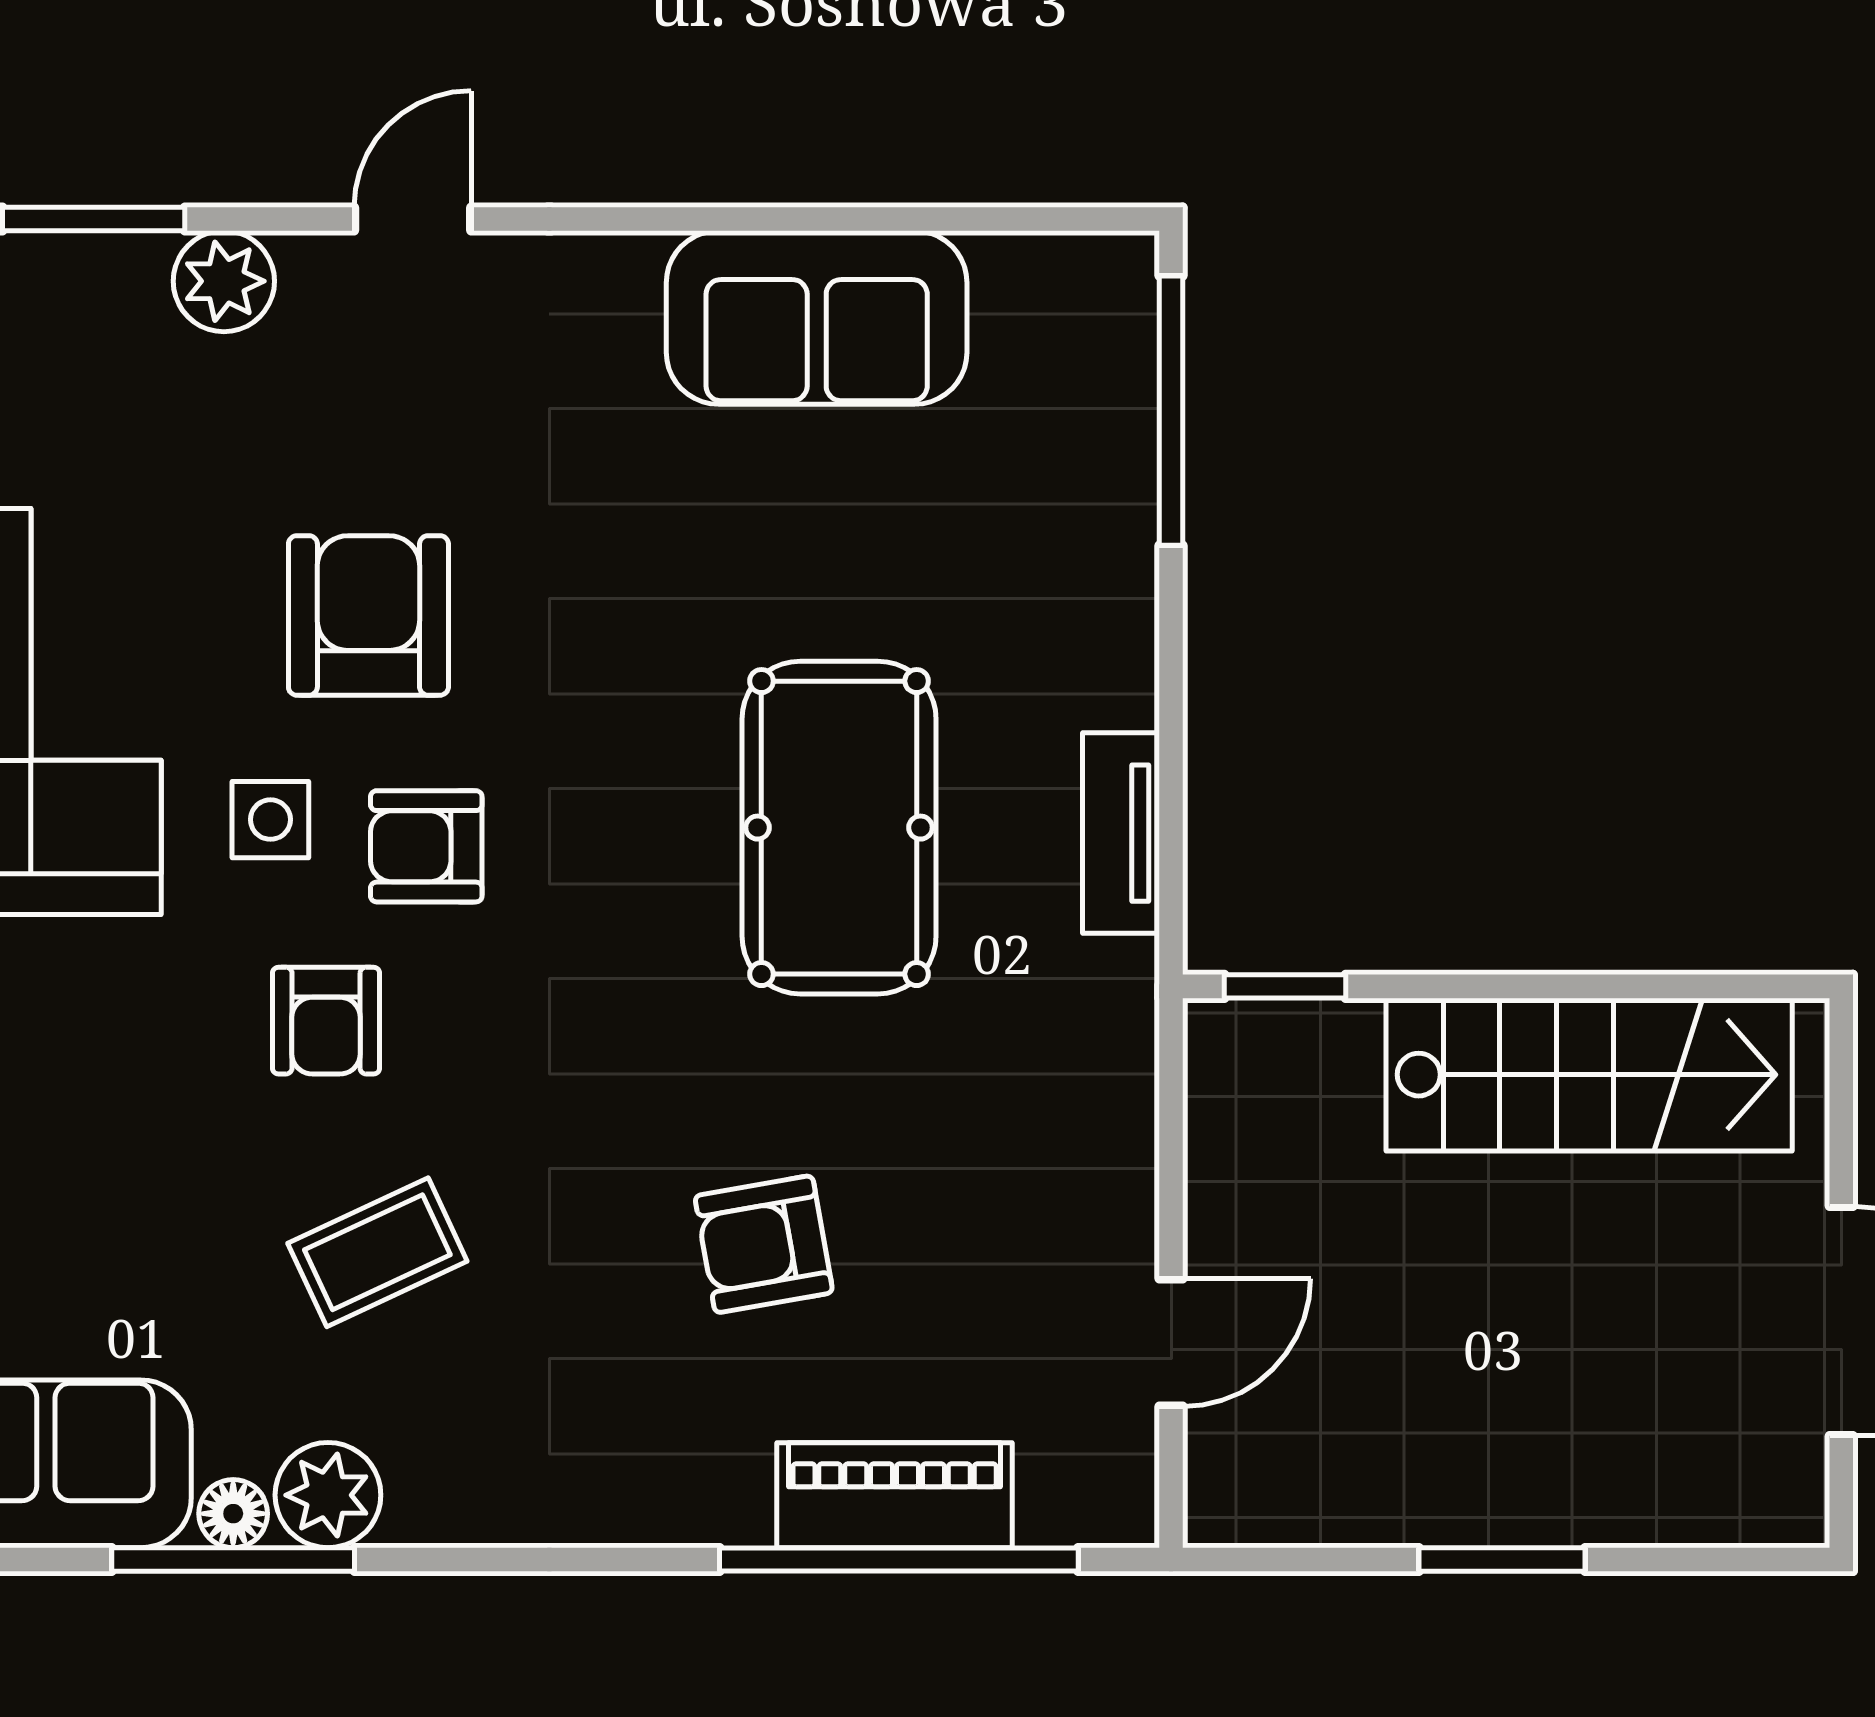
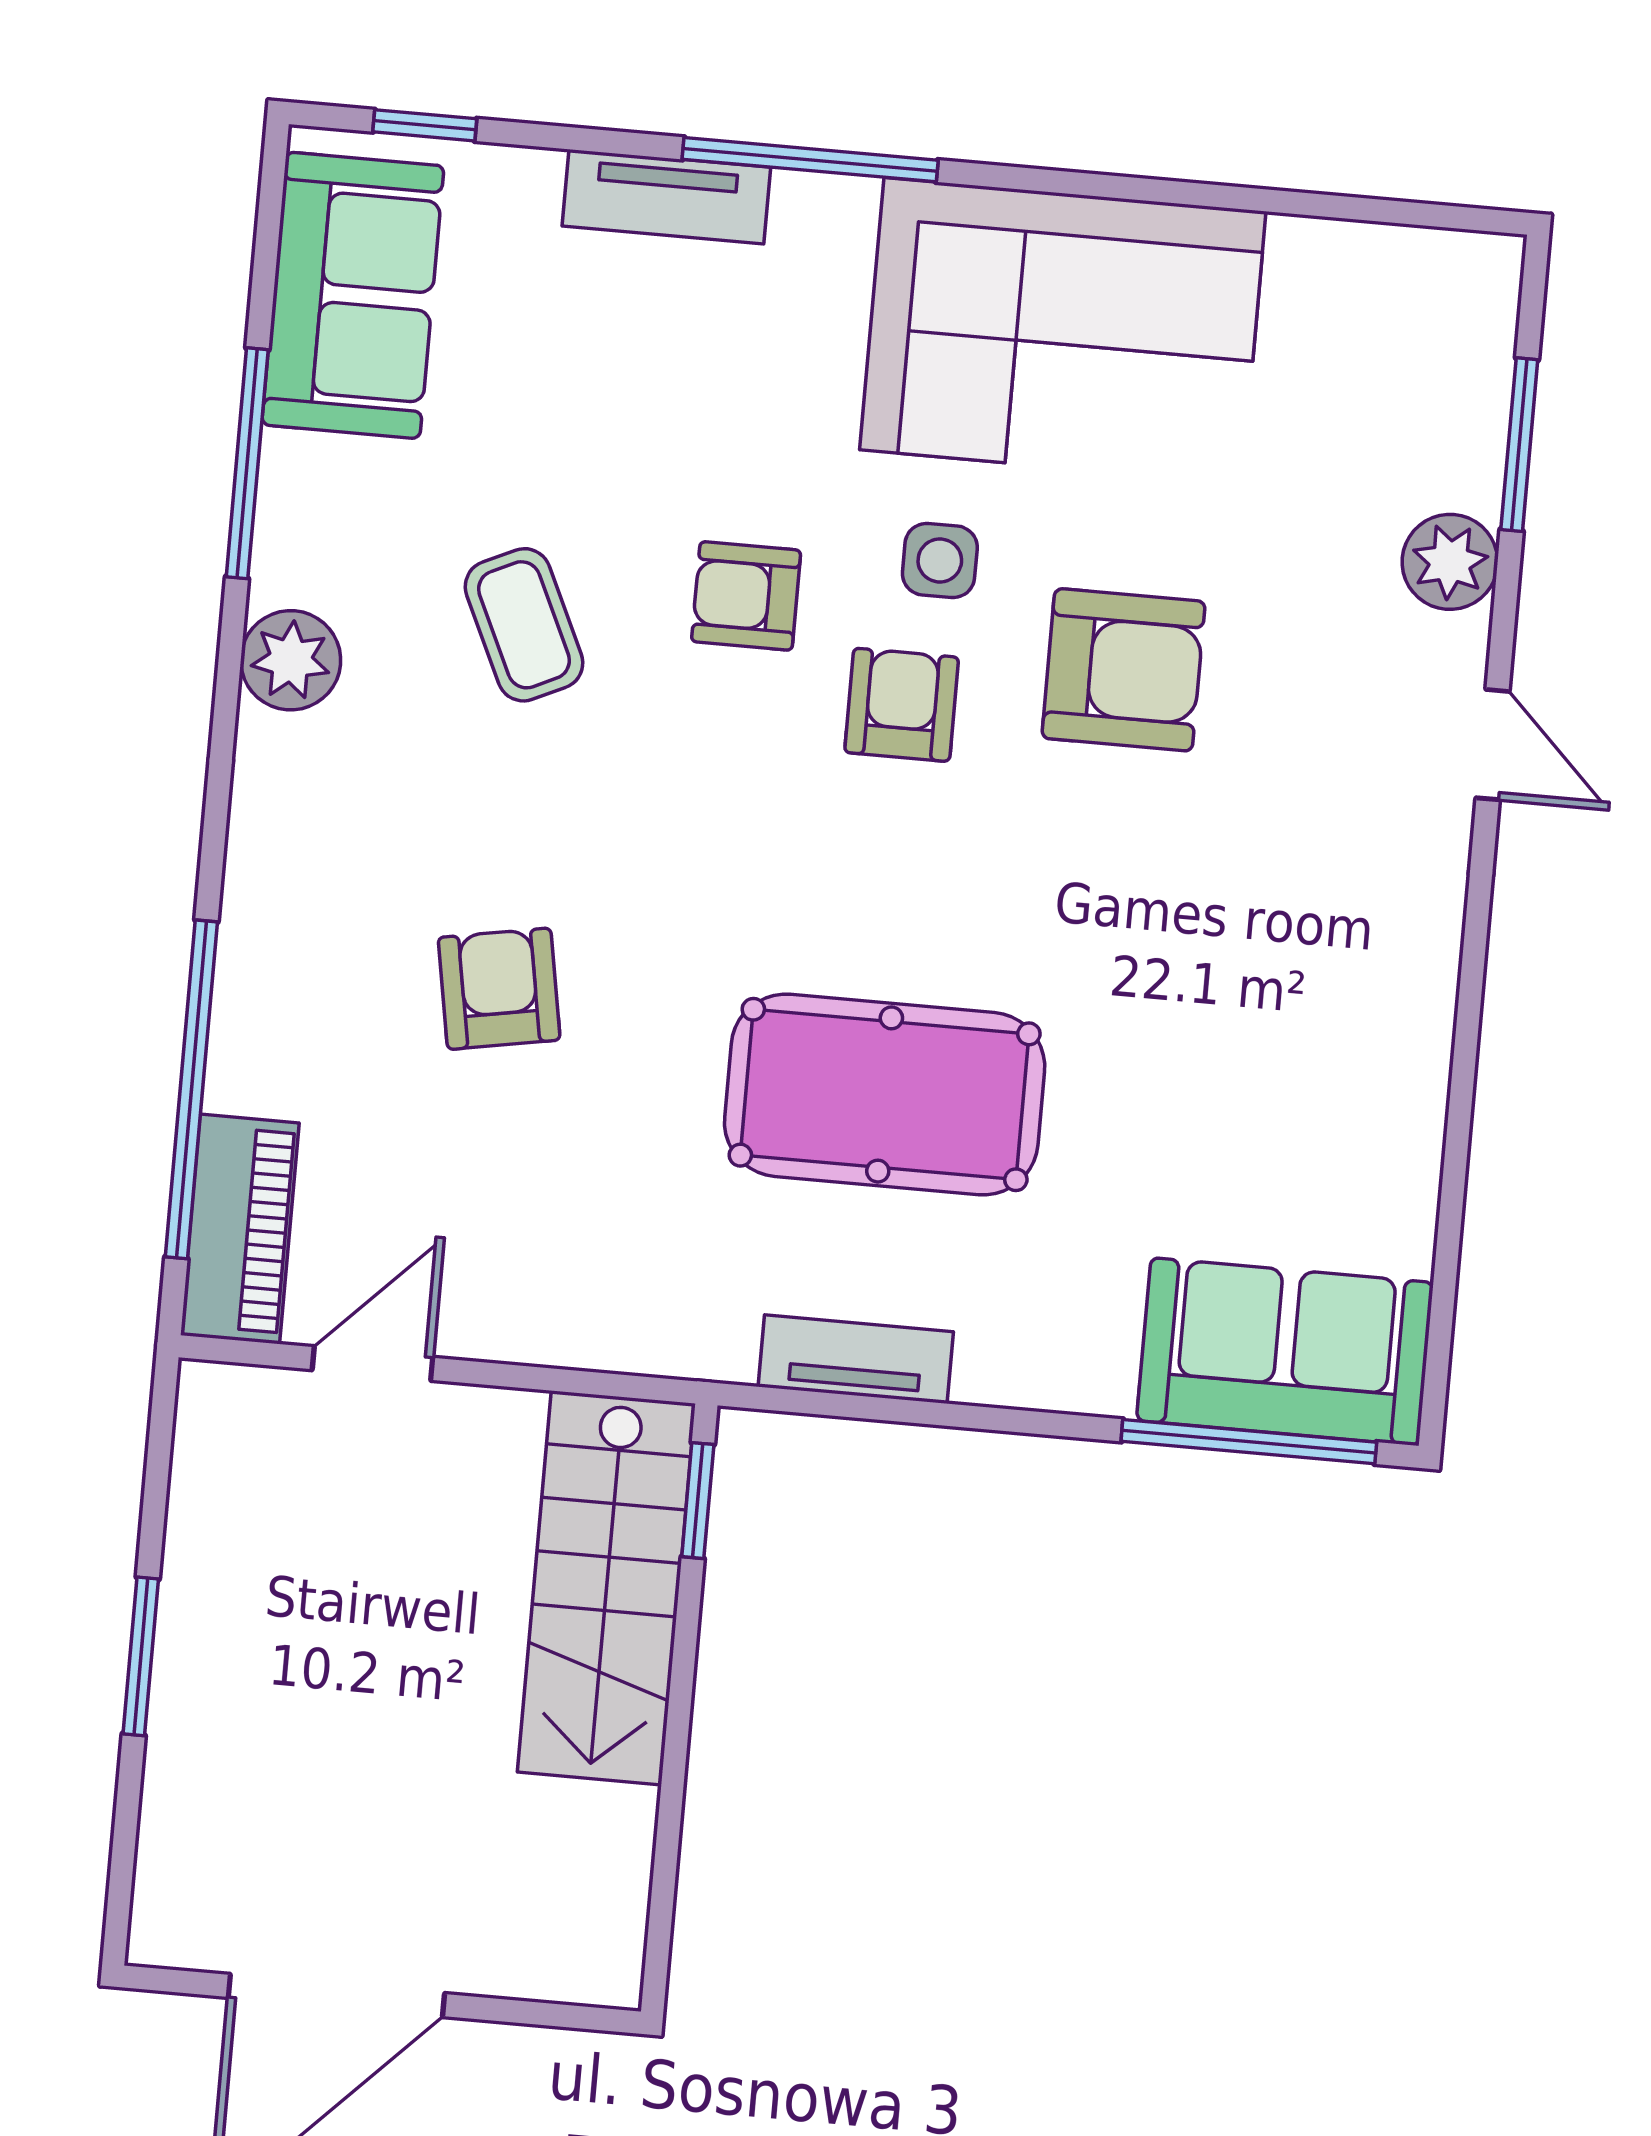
sofa: (817, 318) -> (1285, 1352), moved, turned 90
stairs: (1589, 1075) -> (606, 1588), moved
door: (1171, 1343) -> (373, 1363), swing flipped
plant: (328, 1495) -> (291, 660), moved
piano: (895, 1495) -> (240, 1229), moved
floor lamp: (233, 1514) -> (290, 467), removed

